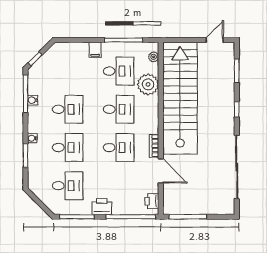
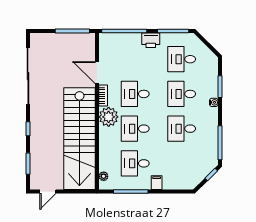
plant: (148, 84) -> (109, 117), moved
water cooler: (33, 100) -> (213, 137), removed
printer: (152, 201) -> (105, 45), removed

